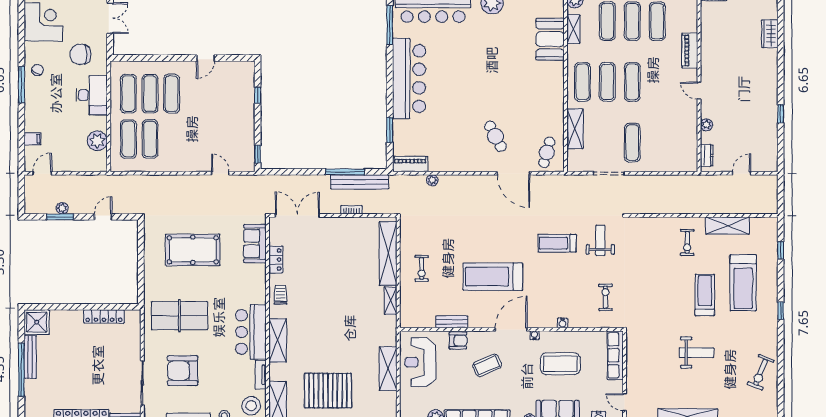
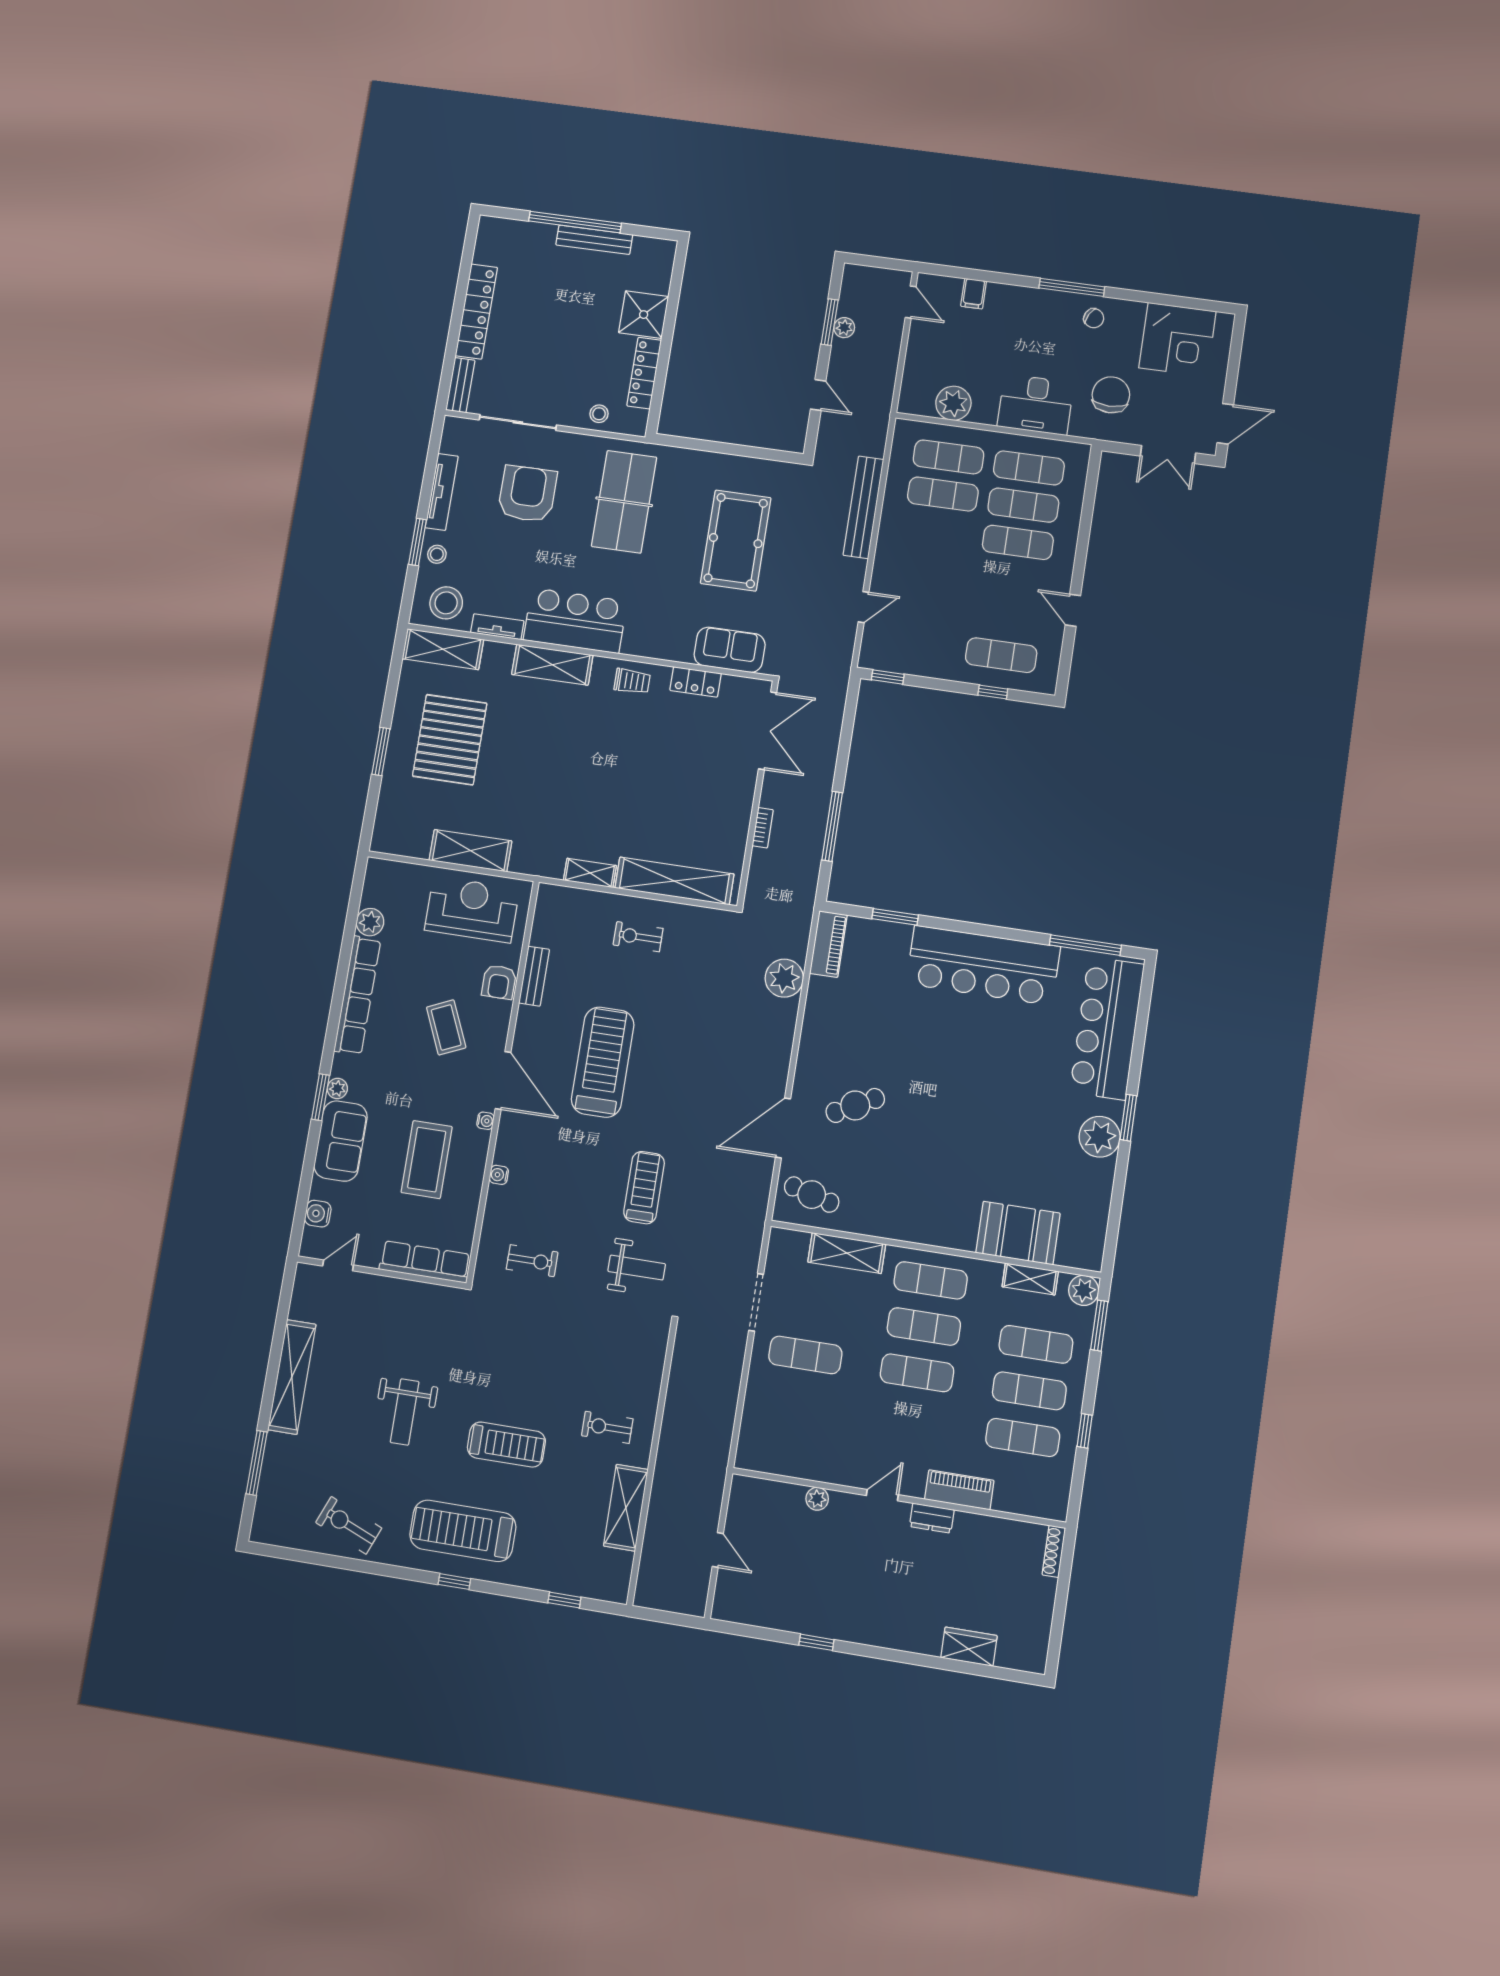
exercise mat: (236, 94) -> (1001, 655), added
dresser: (707, 155) -> (932, 1518), moved
plant: (432, 180) -> (784, 978), width x1.88, depth x1.88
bench: (360, 182) -> (863, 507), moved
treadmill: (743, 283) -> (463, 1531), moved
shower: (37, 322) -> (644, 315), moved
stool: (131, 338) -> (599, 414), added

